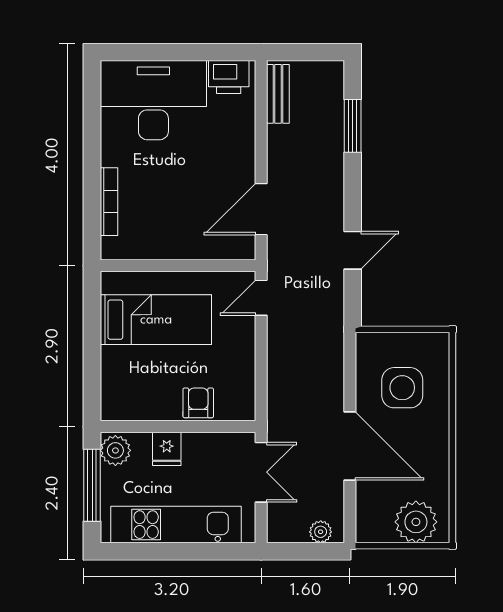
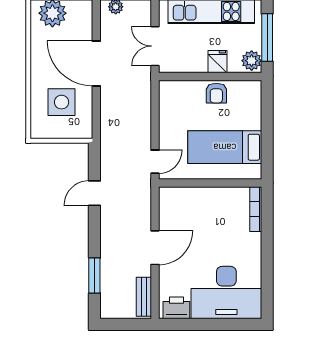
bookcase: (109, 202) -> (256, 209), moved
door: (261, 209) -> (155, 248), moved
armchair: (198, 403) -> (216, 93), moved

